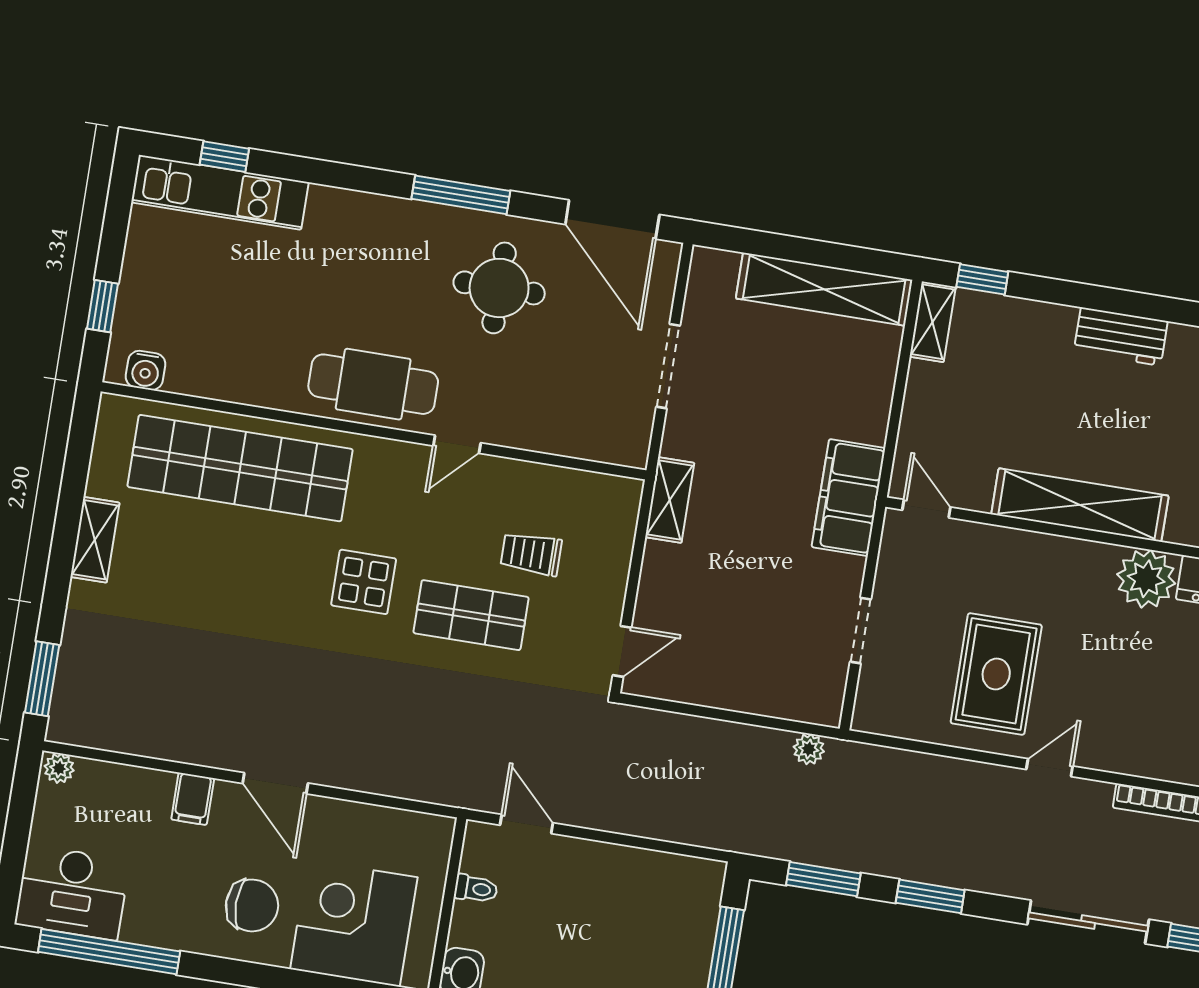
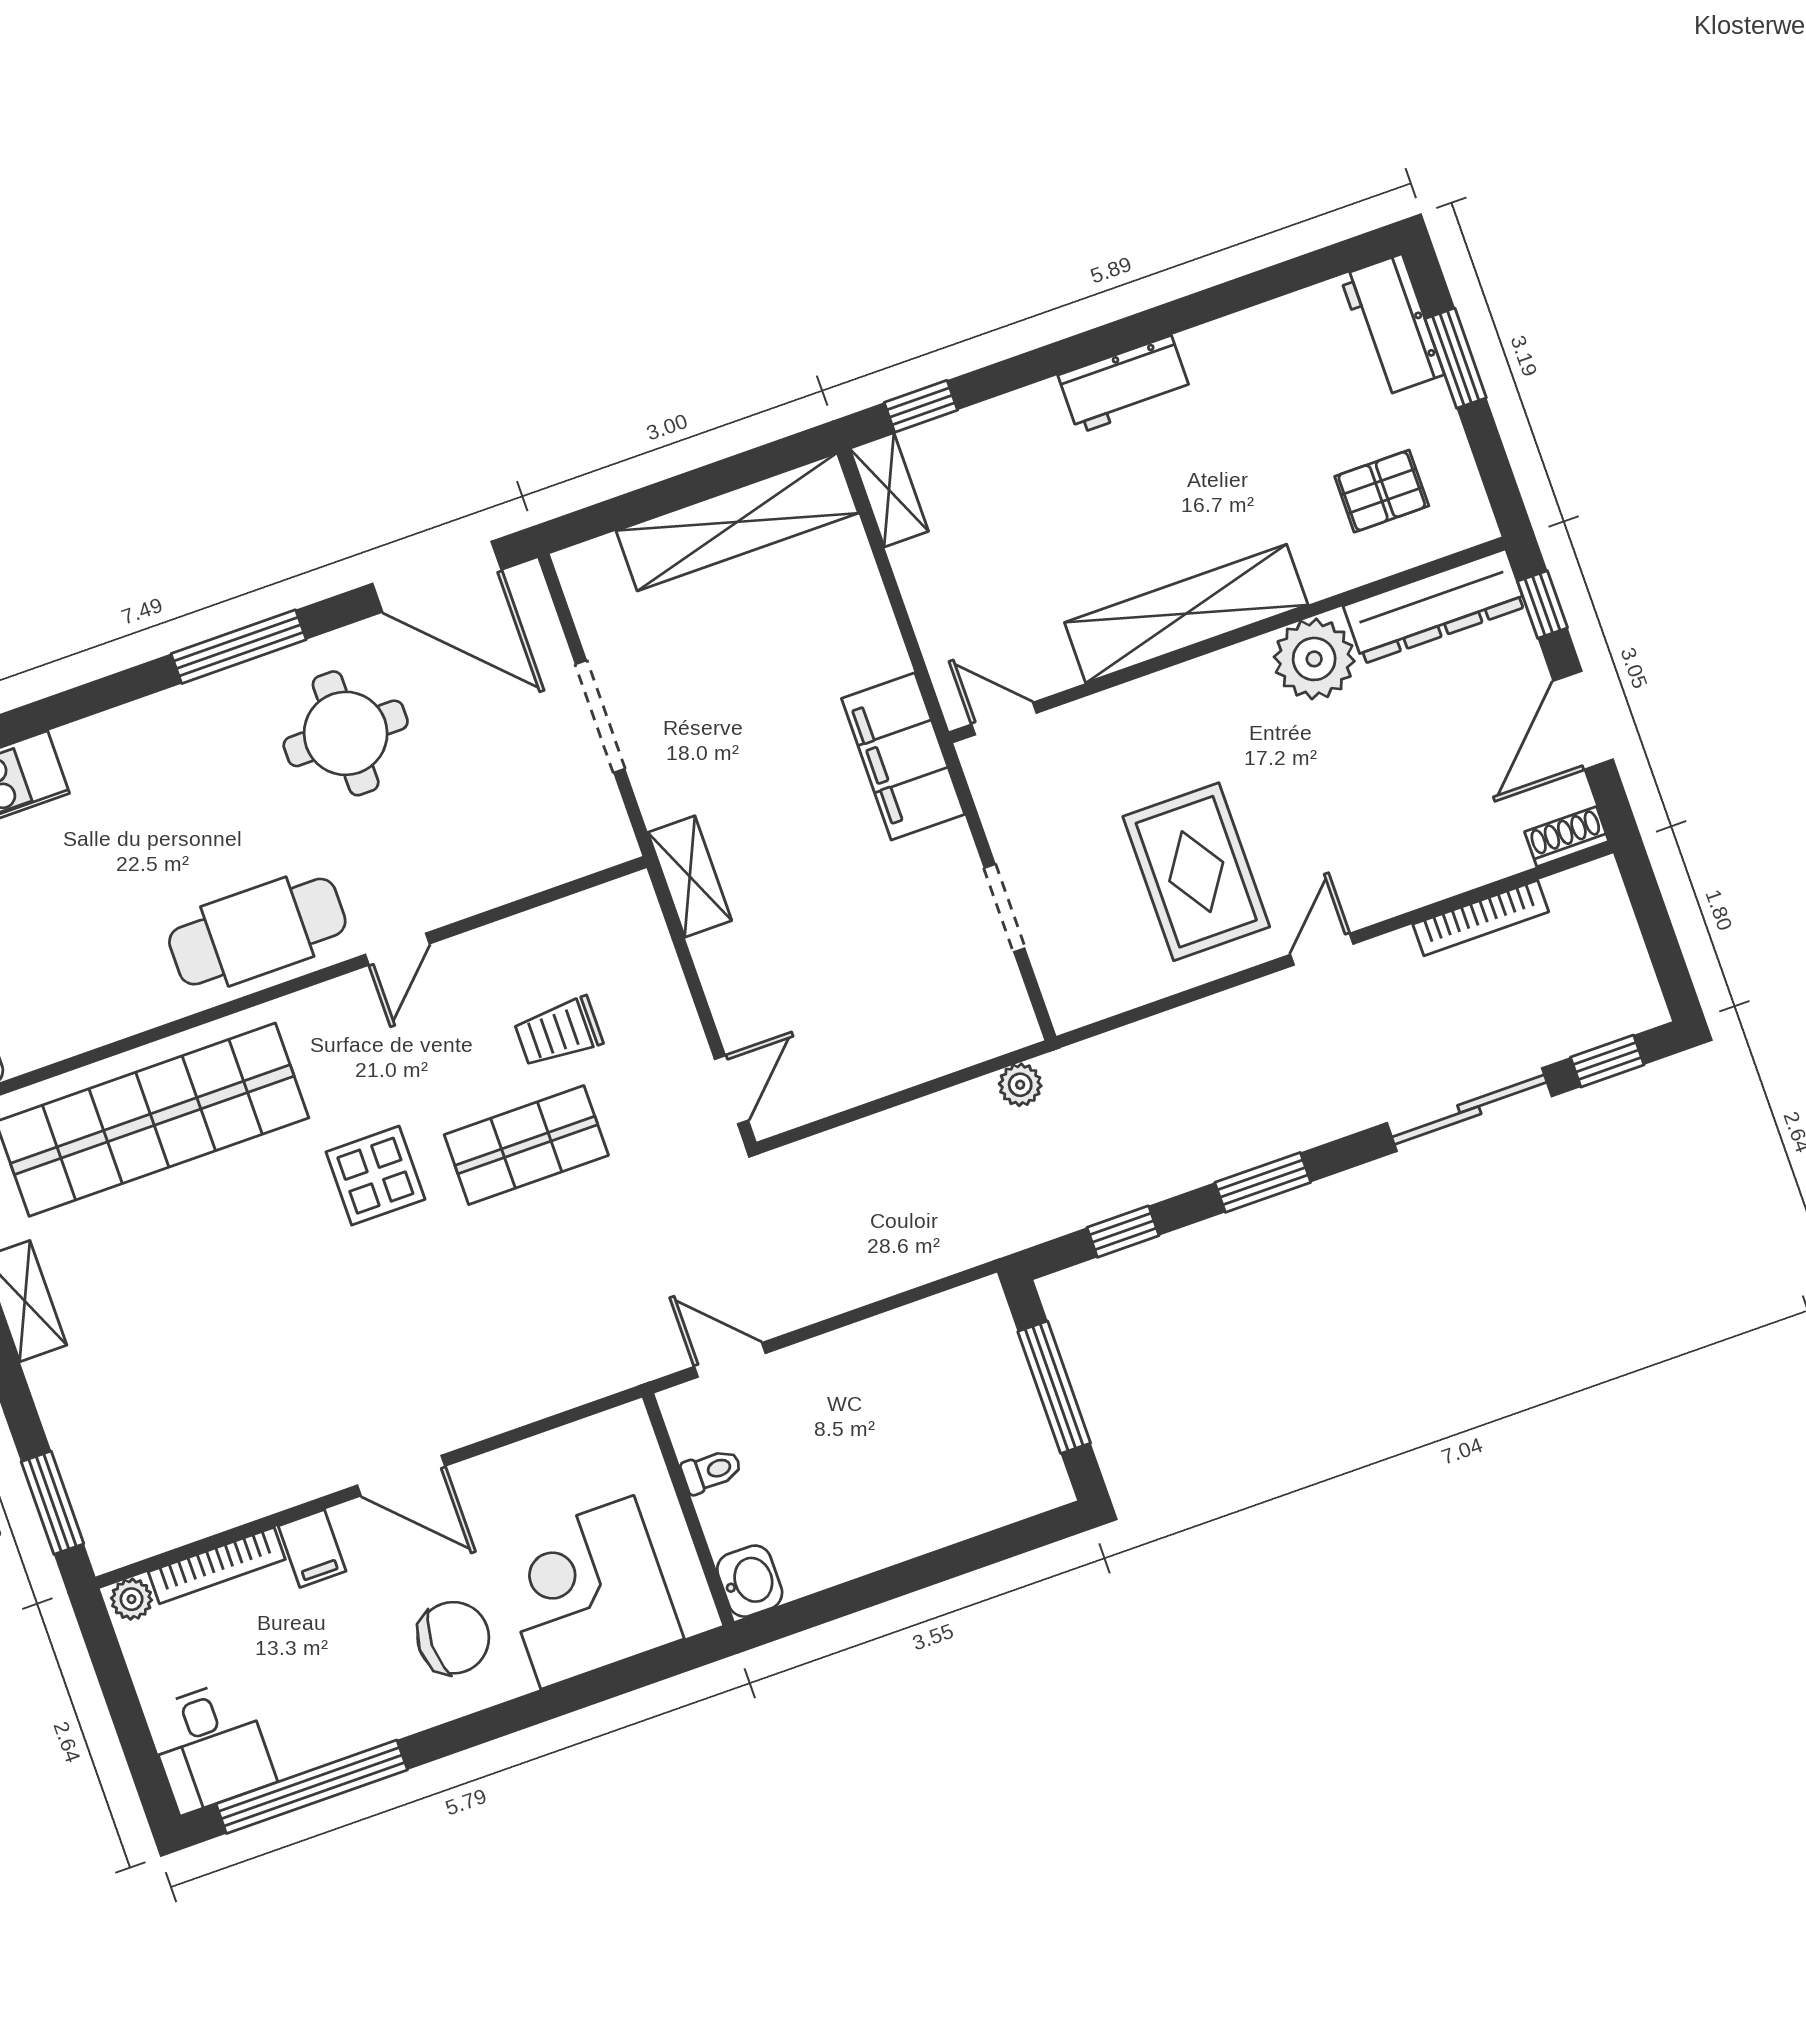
bookcase: (126, 776) -> (217, 1565), added
window: (823, 879) -> (1123, 1232), width x0.67
desk: (72, 892) -> (210, 1746), width x0.73

